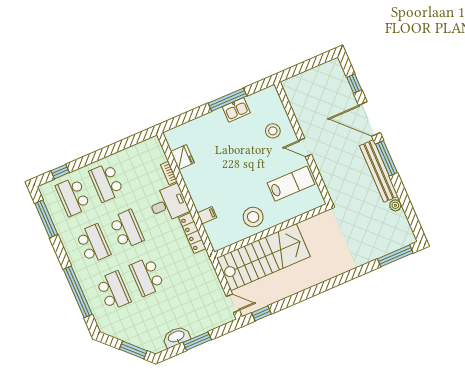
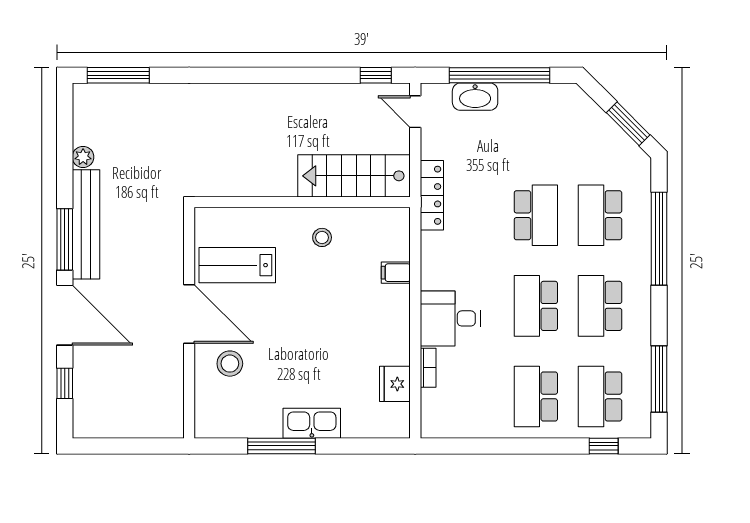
kitchen sink: (236, 110) -> (312, 423), moved, width x1.38
door: (305, 147) -> (189, 314), width x1.88
school desk: (106, 182) -> (536, 397), turned 180
school desk: (73, 197) -> (600, 397), turned 180
stool: (253, 217) -> (322, 237), width x0.53, depth x0.53
locker: (192, 233) -> (432, 195), moved
stairs: (263, 257) -> (354, 176), width x0.73, depth x0.66
washbasin: (176, 337) -> (475, 97), moved
window: (197, 341) -> (499, 75), width x2.11
window: (133, 350) -> (628, 124), moved

